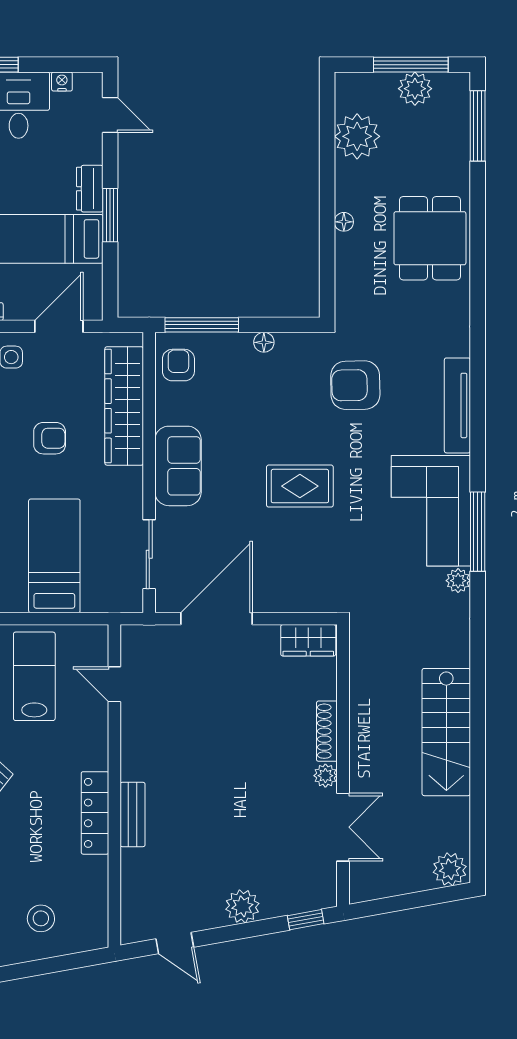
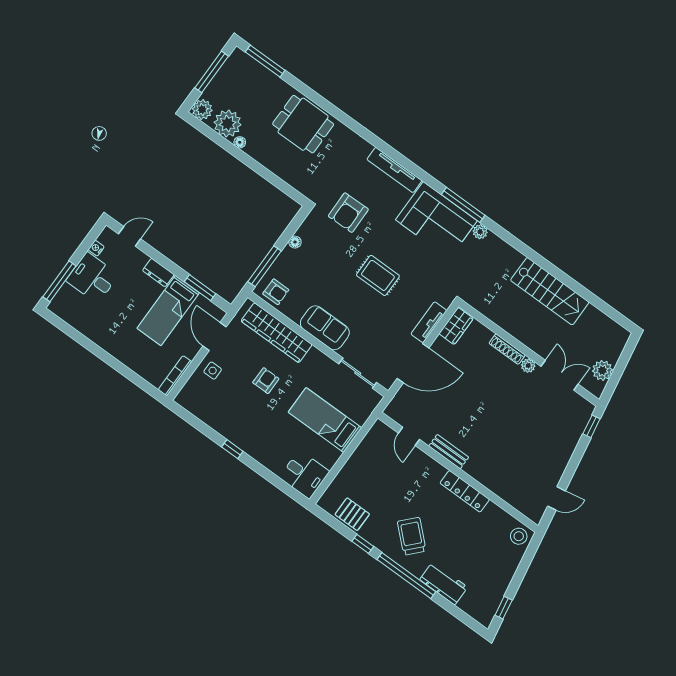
plant: (415, 89) -> (202, 110), moved
window: (110, 215) -> (200, 288), moved
floor lamp: (344, 222) -> (240, 142), moved
armchair: (178, 365) -> (276, 292), turned 180
rug: (300, 486) -> (378, 275), turned 90
tv unit: (287, 600) -> (429, 322), added
door: (217, 619) -> (413, 363), swing flipped
lab bench: (34, 676) -> (377, 472), removed
door: (114, 684) -> (409, 436), hinge flipped
bench: (133, 814) -> (449, 452), moved
plant: (450, 869) -> (602, 370), moved
plant: (242, 906) -> (563, 452), removed
stool: (41, 918) -> (519, 536), moved

